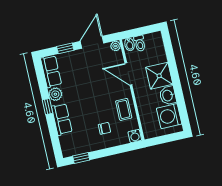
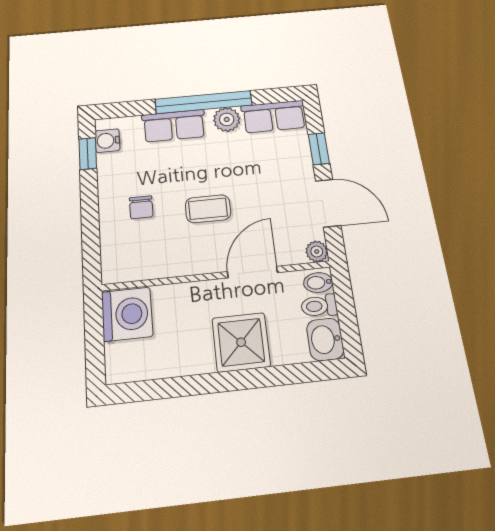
washbasin: (168, 95) -> (325, 339), moved, turned -90
window: (48, 107) -> (204, 102), width x3.17
coffee table: (124, 109) -> (208, 209), moved
washing machine: (169, 116) -> (127, 314), moved, turned 90
water cooler: (135, 136) -> (107, 141), moved

